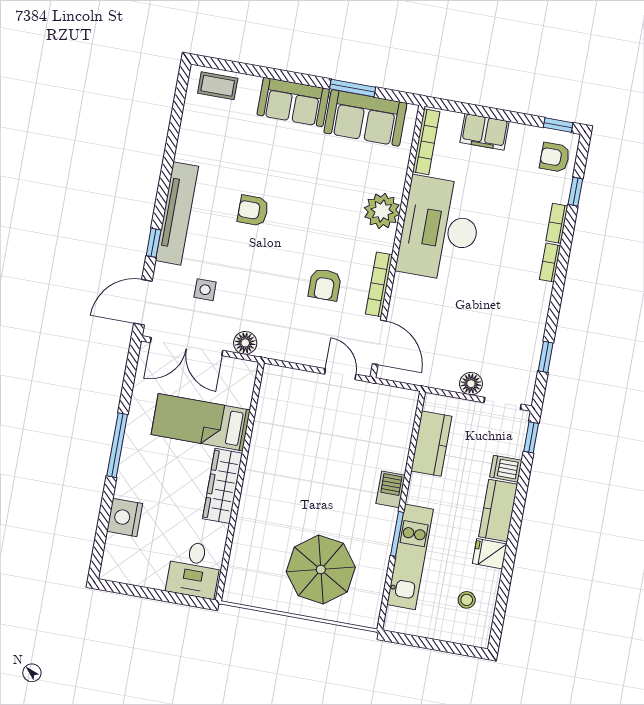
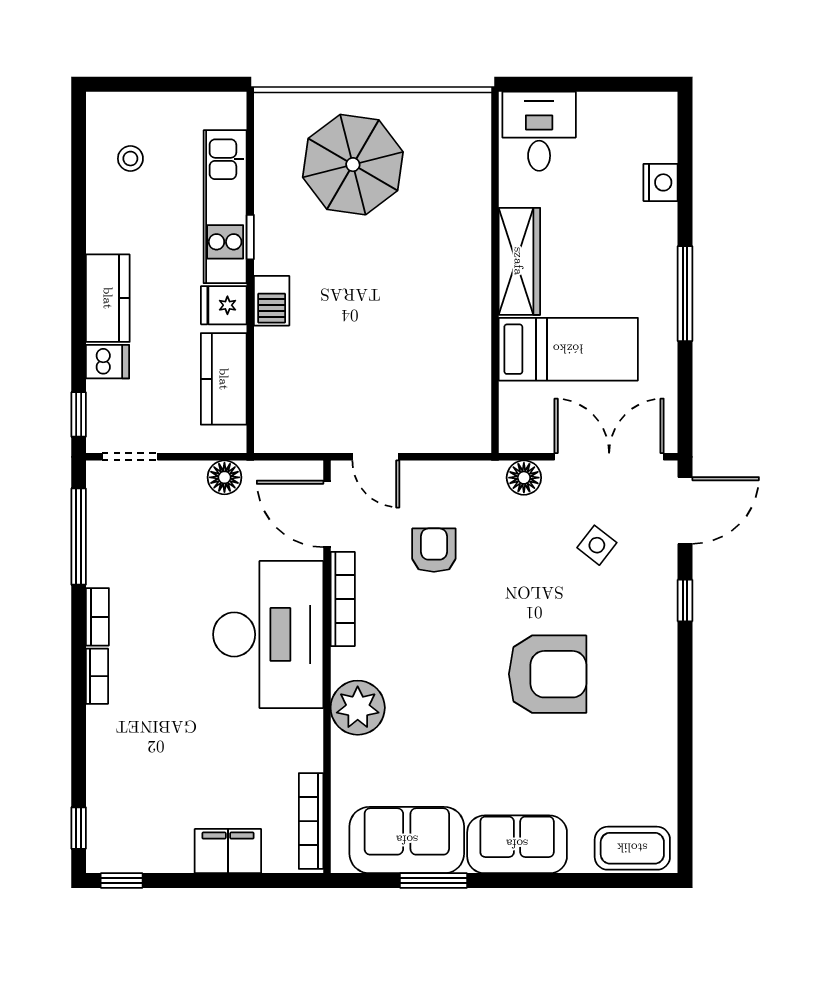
coffee table: (218, 86) -> (632, 848), width x1.36, depth x1.30
armchair: (555, 157) -> (118, 832), removed
window: (575, 192) -> (79, 828), moved
armchair: (253, 210) -> (548, 674), width x1.88, depth x1.88
tv unit: (177, 213) -> (658, 650), removed
bookcase: (557, 223) -> (97, 617), moved
desk: (440, 229) -> (268, 634), moved
armchair: (325, 285) -> (434, 550), moved
side table: (205, 290) -> (597, 545), turned 38
window: (546, 357) -> (79, 537), width x2.17
floor lamp: (471, 384) -> (224, 477), moved
nightstand: (125, 517) -> (661, 182), width x0.74, depth x0.75
window: (397, 534) -> (250, 237), width x0.67
fridge: (490, 554) -> (224, 305), moved, turned 180

